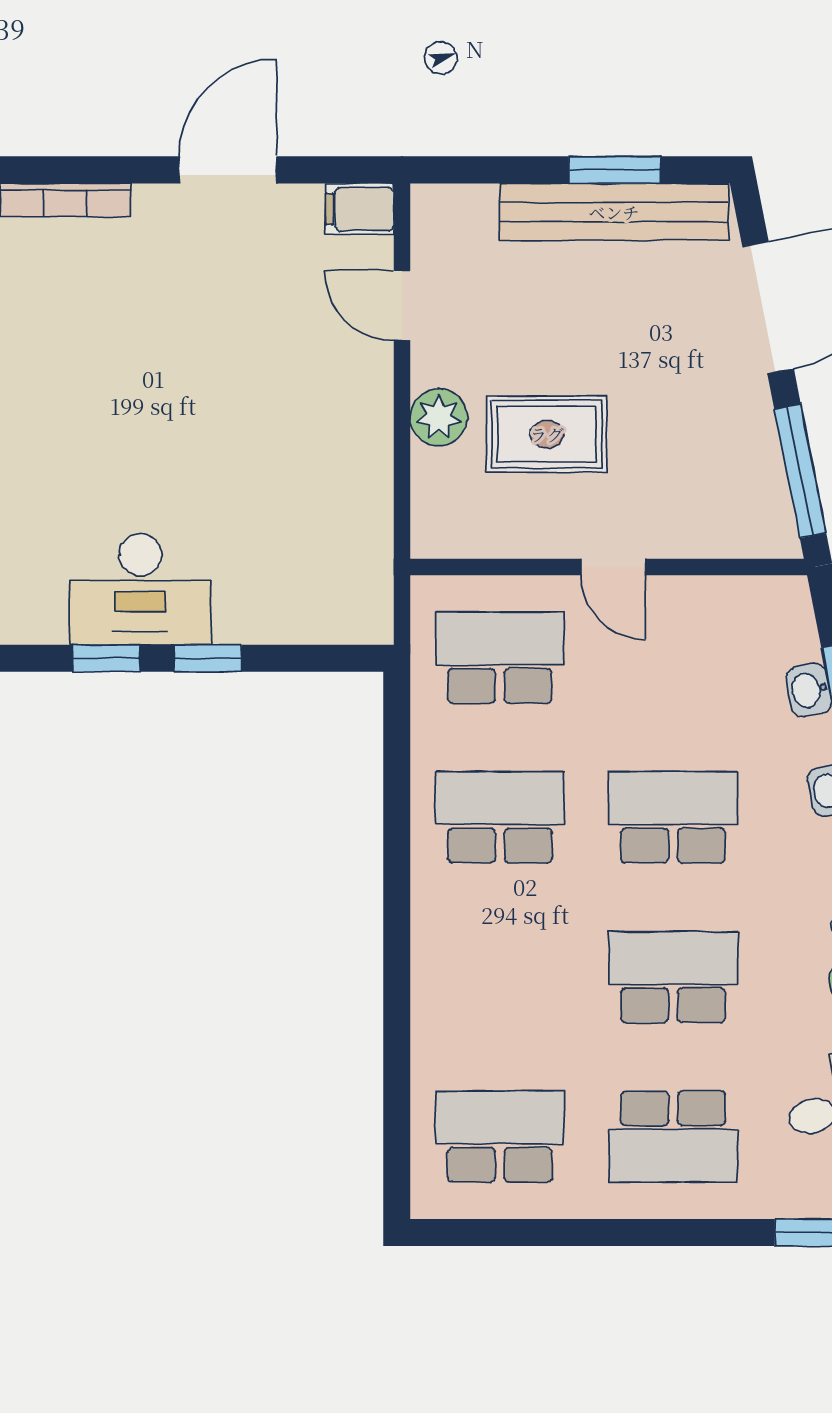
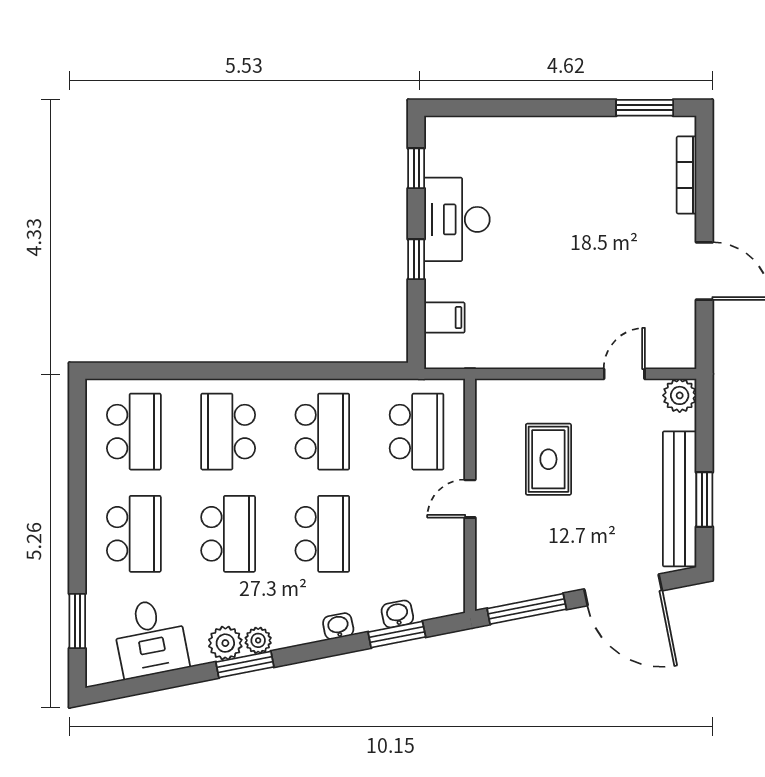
filing cabinet: (360, 209) -> (444, 318), moved, turned 90
plant: (439, 417) -> (680, 395), moved
window: (106, 658) -> (416, 168), moved
school desk: (500, 977) -> (228, 432), added
school desk: (673, 1137) -> (134, 534), turned 180

